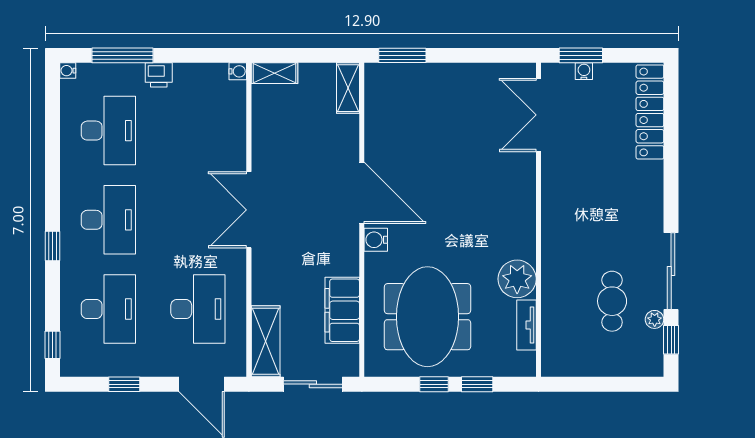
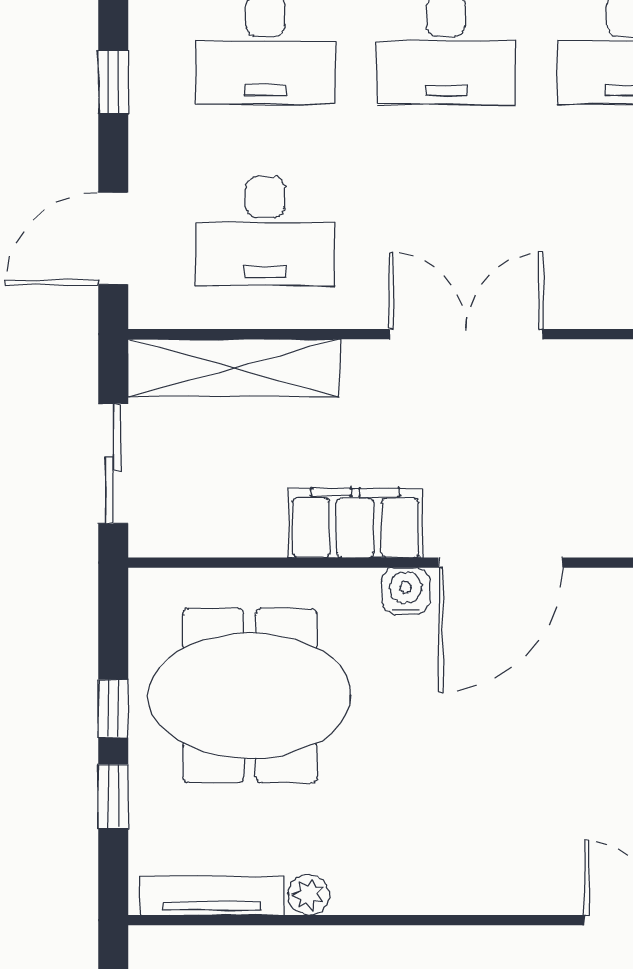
plant: (517, 279) -> (308, 895), width x0.53, depth x0.53
filing cabinet: (342, 310) -> (355, 523), moved
tv unit: (526, 325) -> (212, 896), width x1.41
shelving: (266, 341) -> (234, 368), width x1.47

